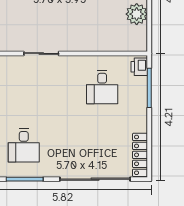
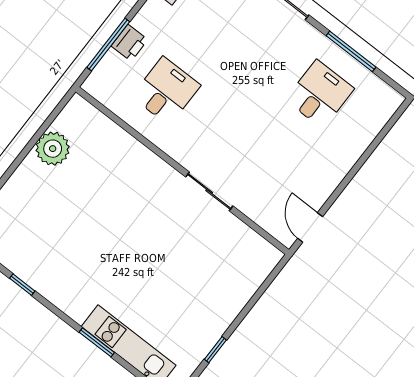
printer: (139, 67) -> (129, 43), moved

